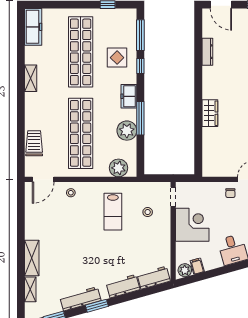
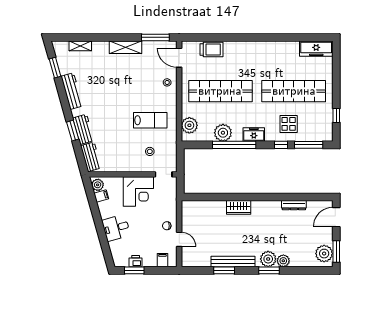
shelving: (31, 78) -> (270, 46), removed
window: (140, 118) -> (234, 145), width x1.46
window: (21, 206) -> (155, 37), added
lab bench: (113, 212) -> (150, 120), turned 180
shelving: (32, 258) -> (125, 47), moved
window: (97, 306) -> (73, 131), moved

